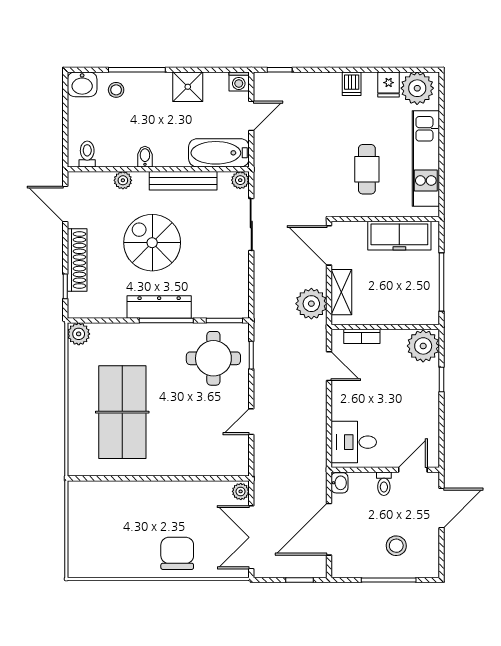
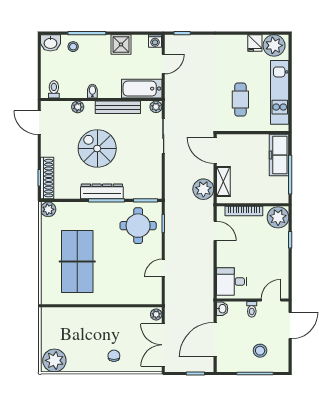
dishwasher: (352, 84) -> (230, 43), removed
freezer: (399, 236) -> (279, 155), moved, turned 90
shoe rack: (77, 260) -> (47, 178), moved
bookcase: (362, 336) -> (244, 211), width x1.56
chair: (177, 553) -> (114, 356), width x0.54, depth x0.54
plant: (88, 560) -> (54, 360), added

